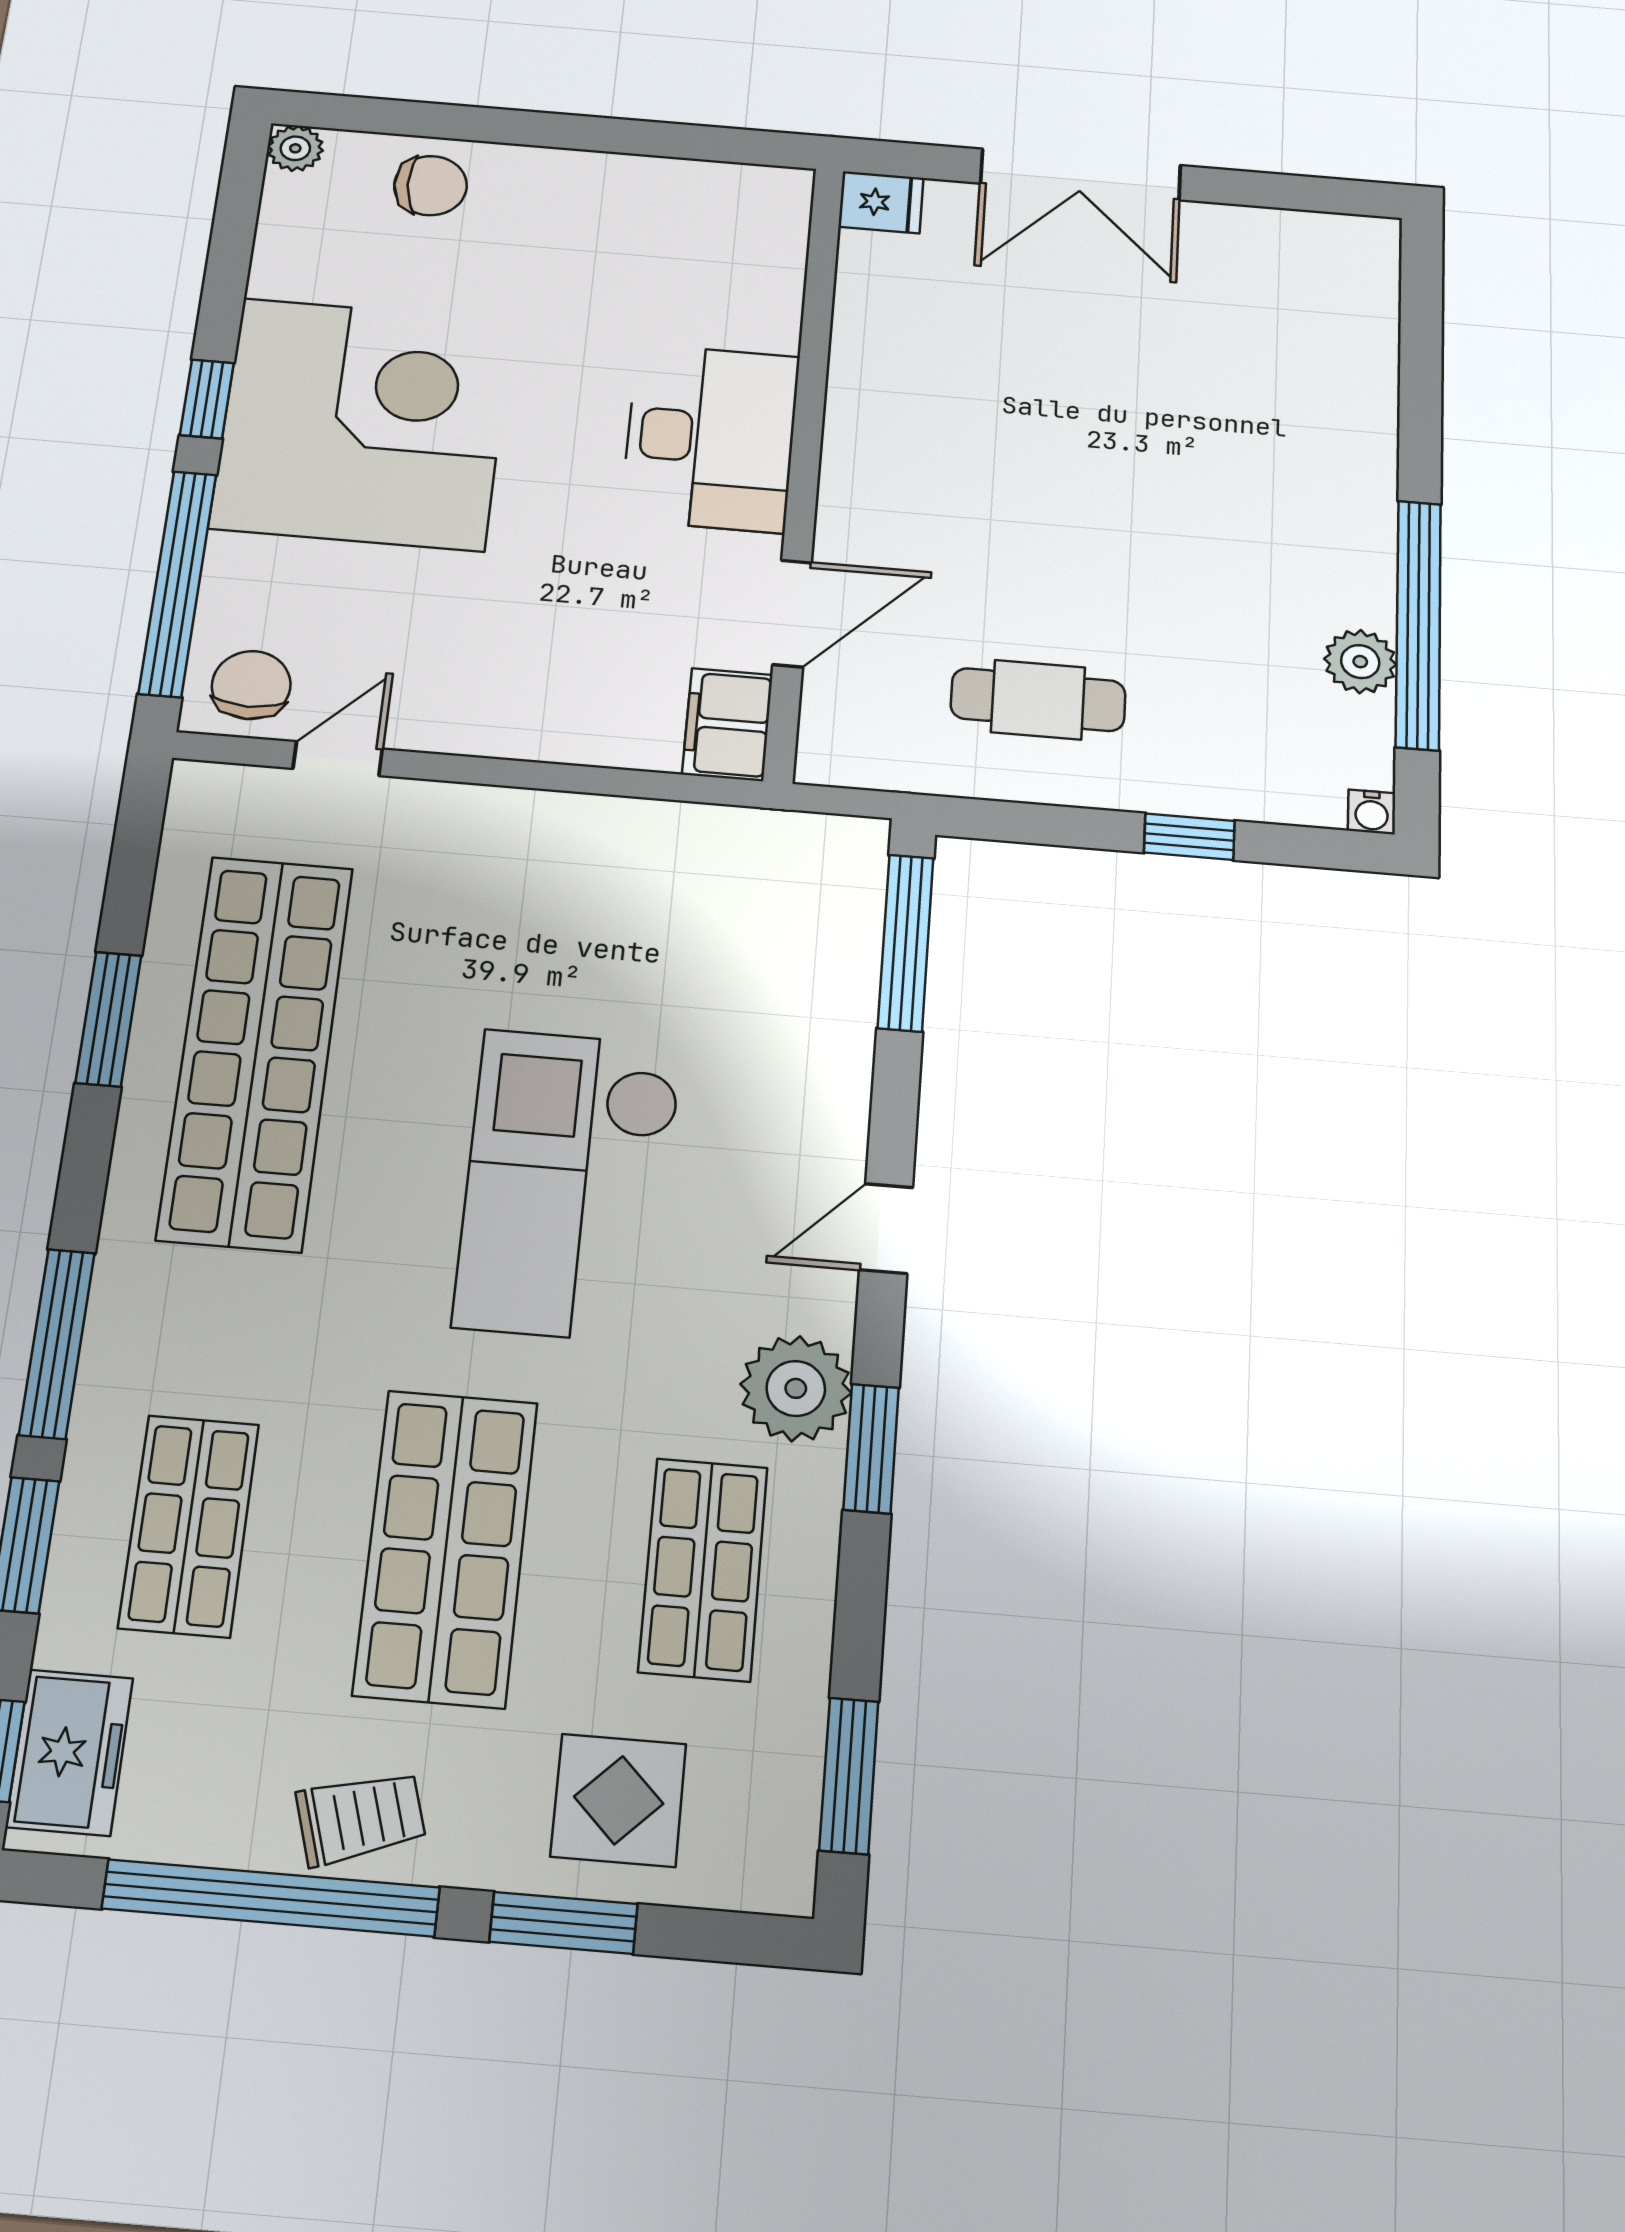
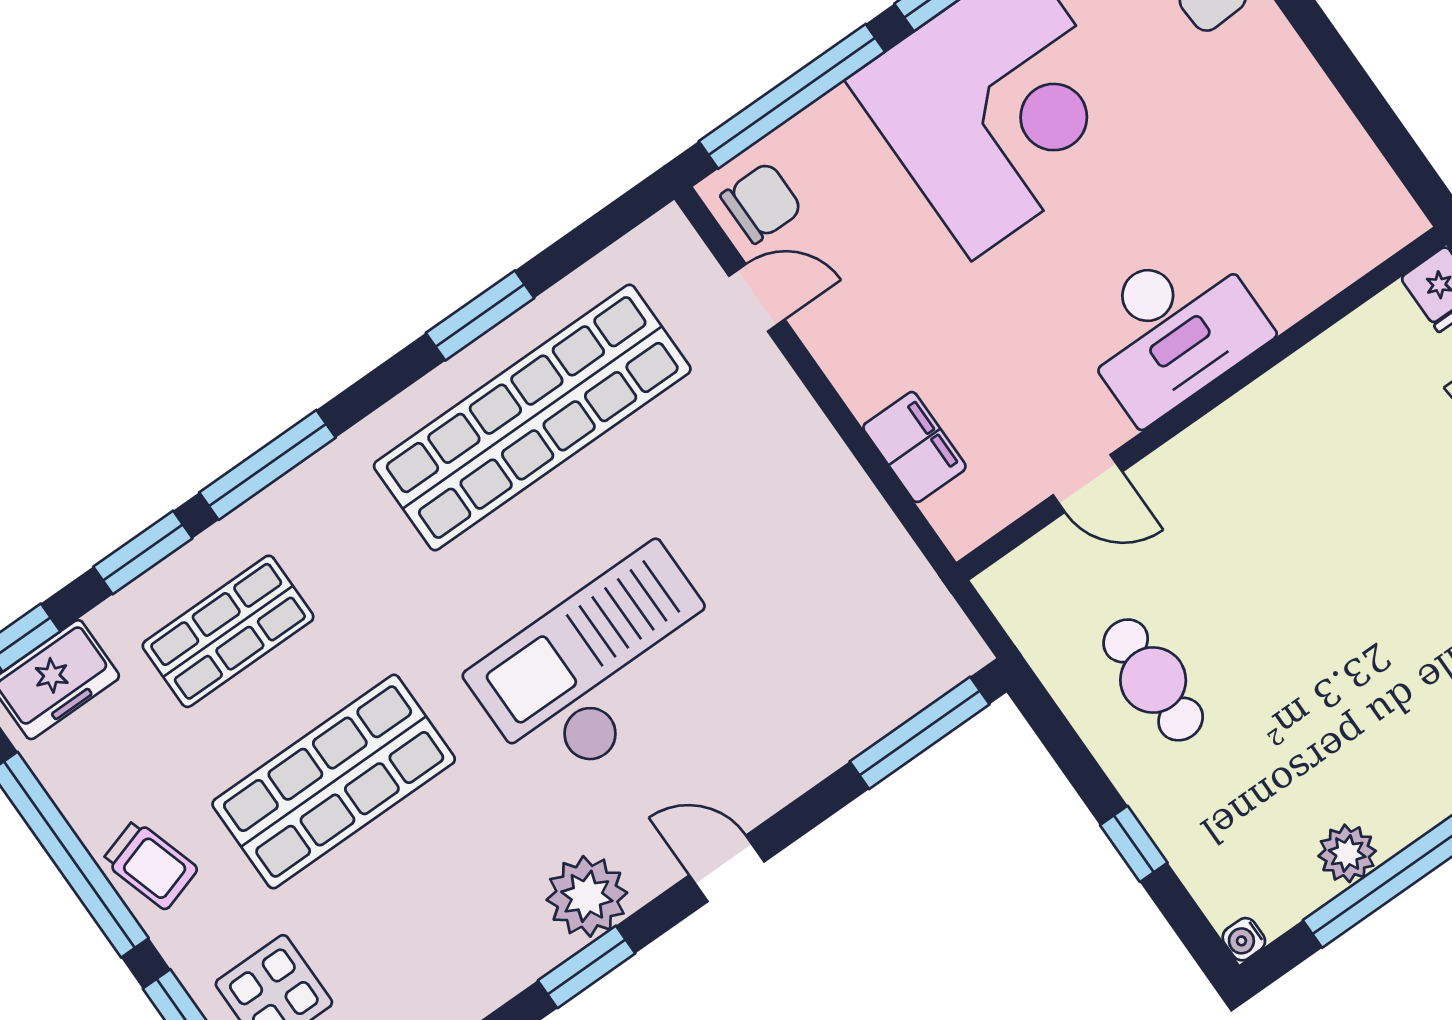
door: (792, 613) -> (1088, 483), width x0.73
filing cabinet: (727, 724) -> (914, 447), moved, turned 90
shop shelf: (703, 1569) -> (439, 932), removed

